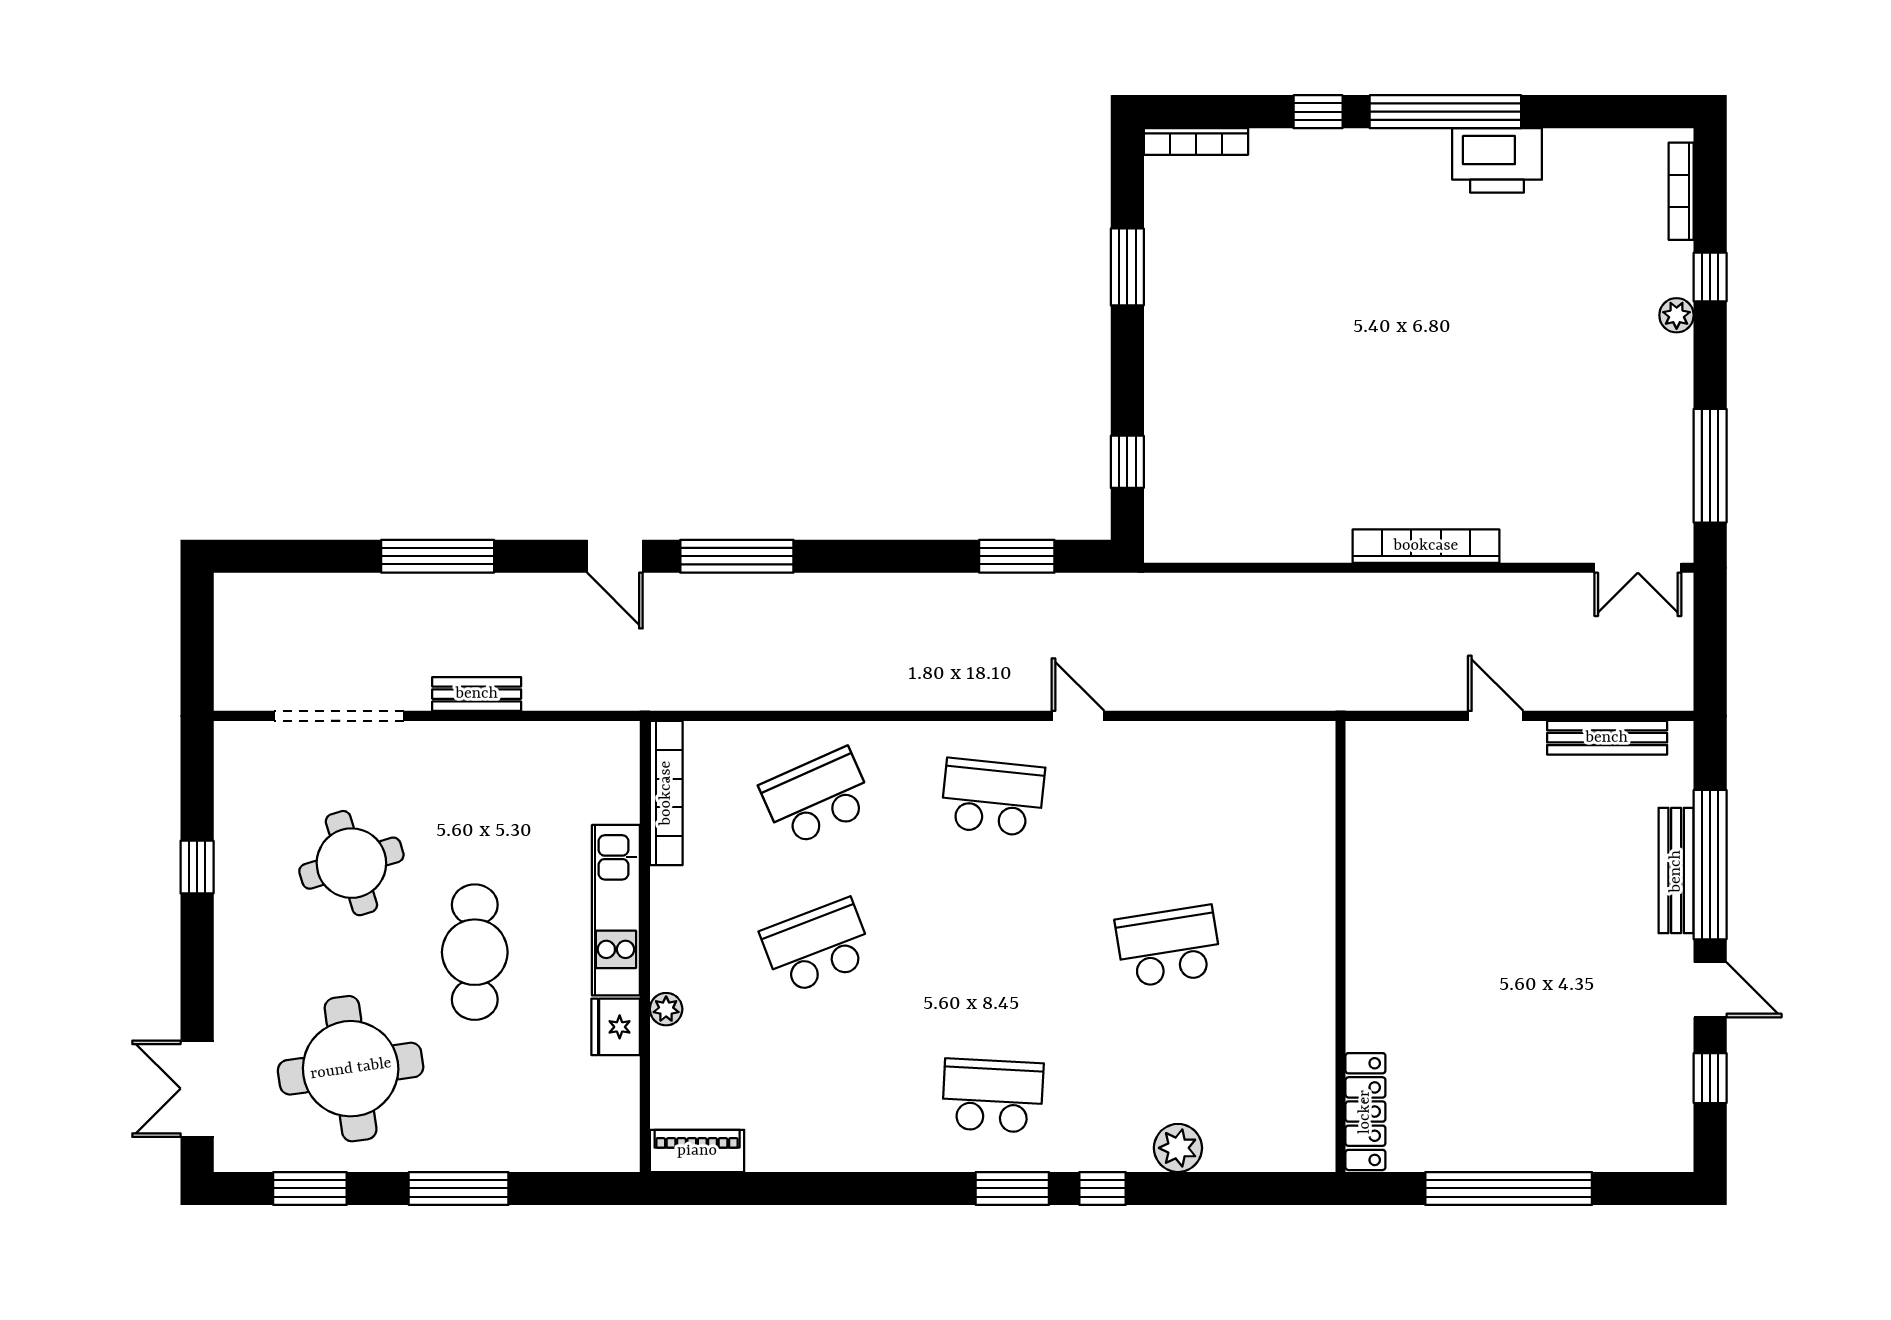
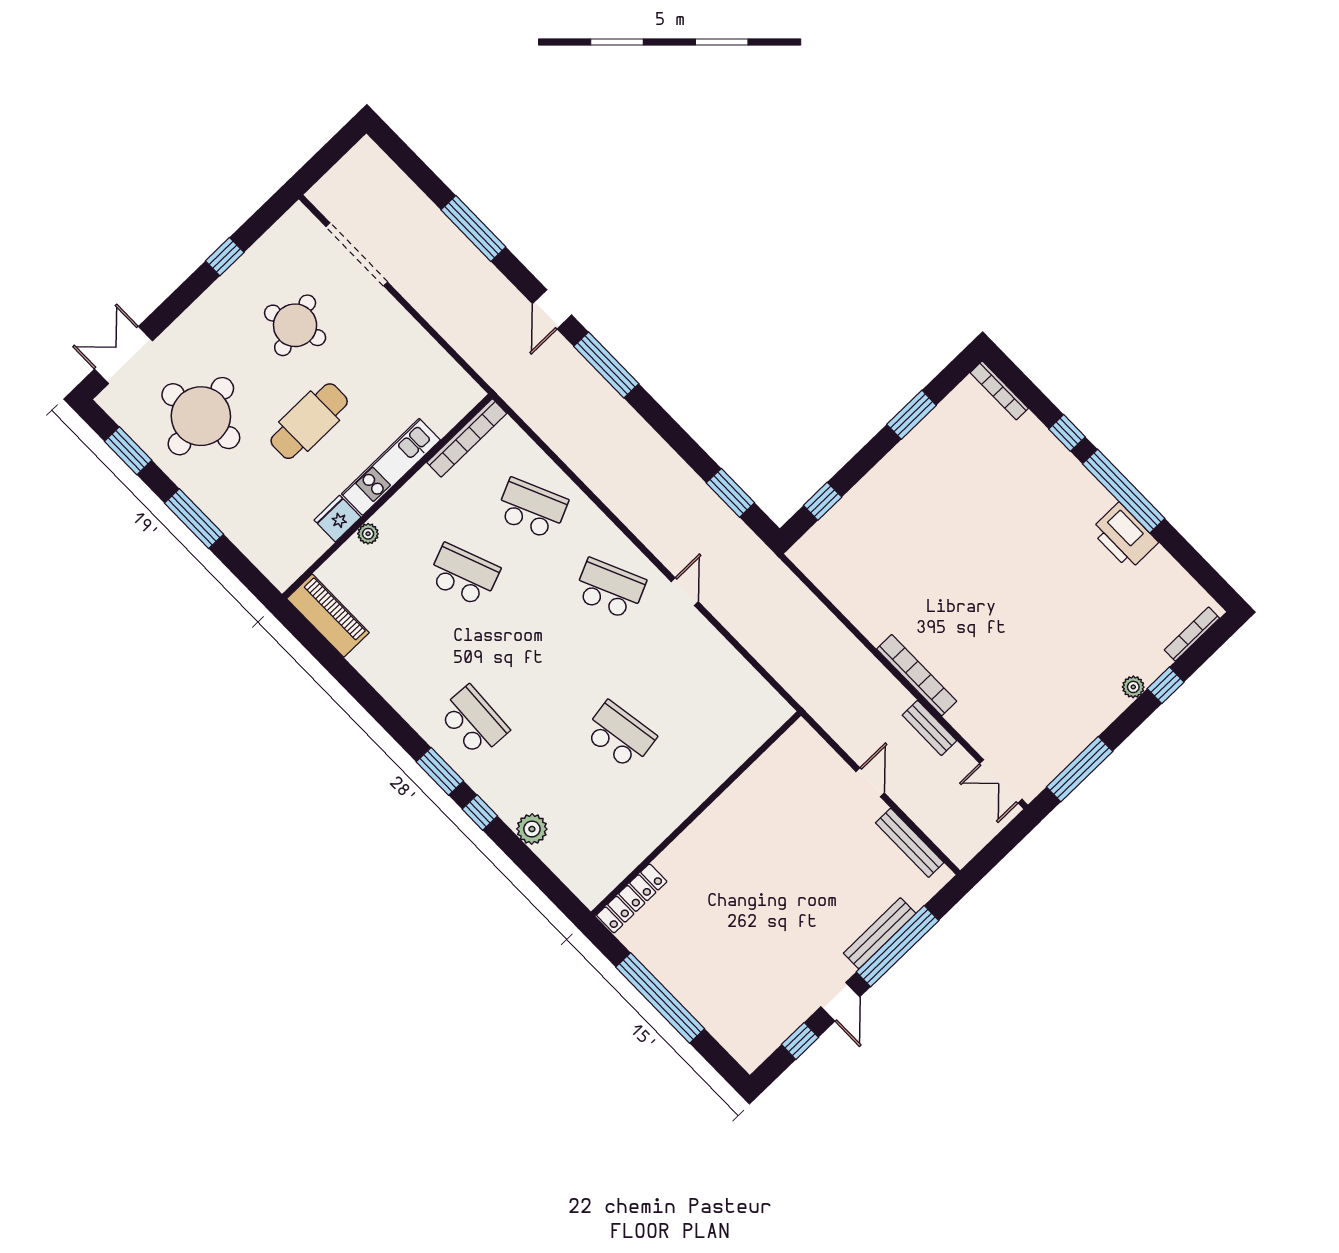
bench: (477, 694) -> (929, 728), moved
school desk: (993, 797) -> (610, 589), turned -30
piano: (697, 1151) -> (328, 616), width x1.37, depth x1.33

